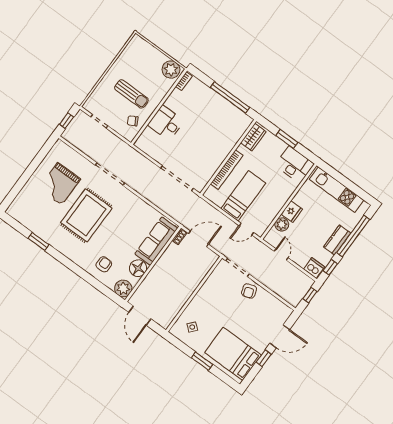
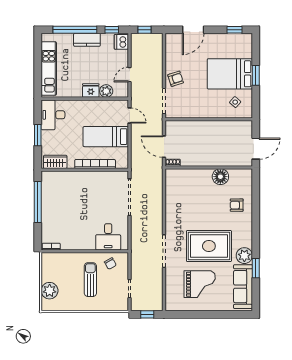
plant: (171, 70) -> (50, 291), moved
desk: (166, 123) -> (108, 237), moved
sofa: (156, 241) -> (243, 287), moved, turned 90
plant: (123, 288) -> (244, 256), moved
door: (280, 336) -> (193, 30), swing flipped
bed: (233, 354) -> (230, 74), moved, turned 90
window: (264, 358) -> (234, 30), moved

